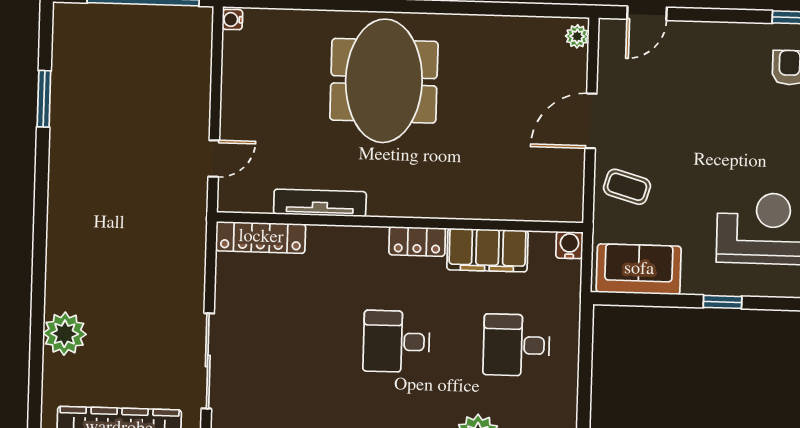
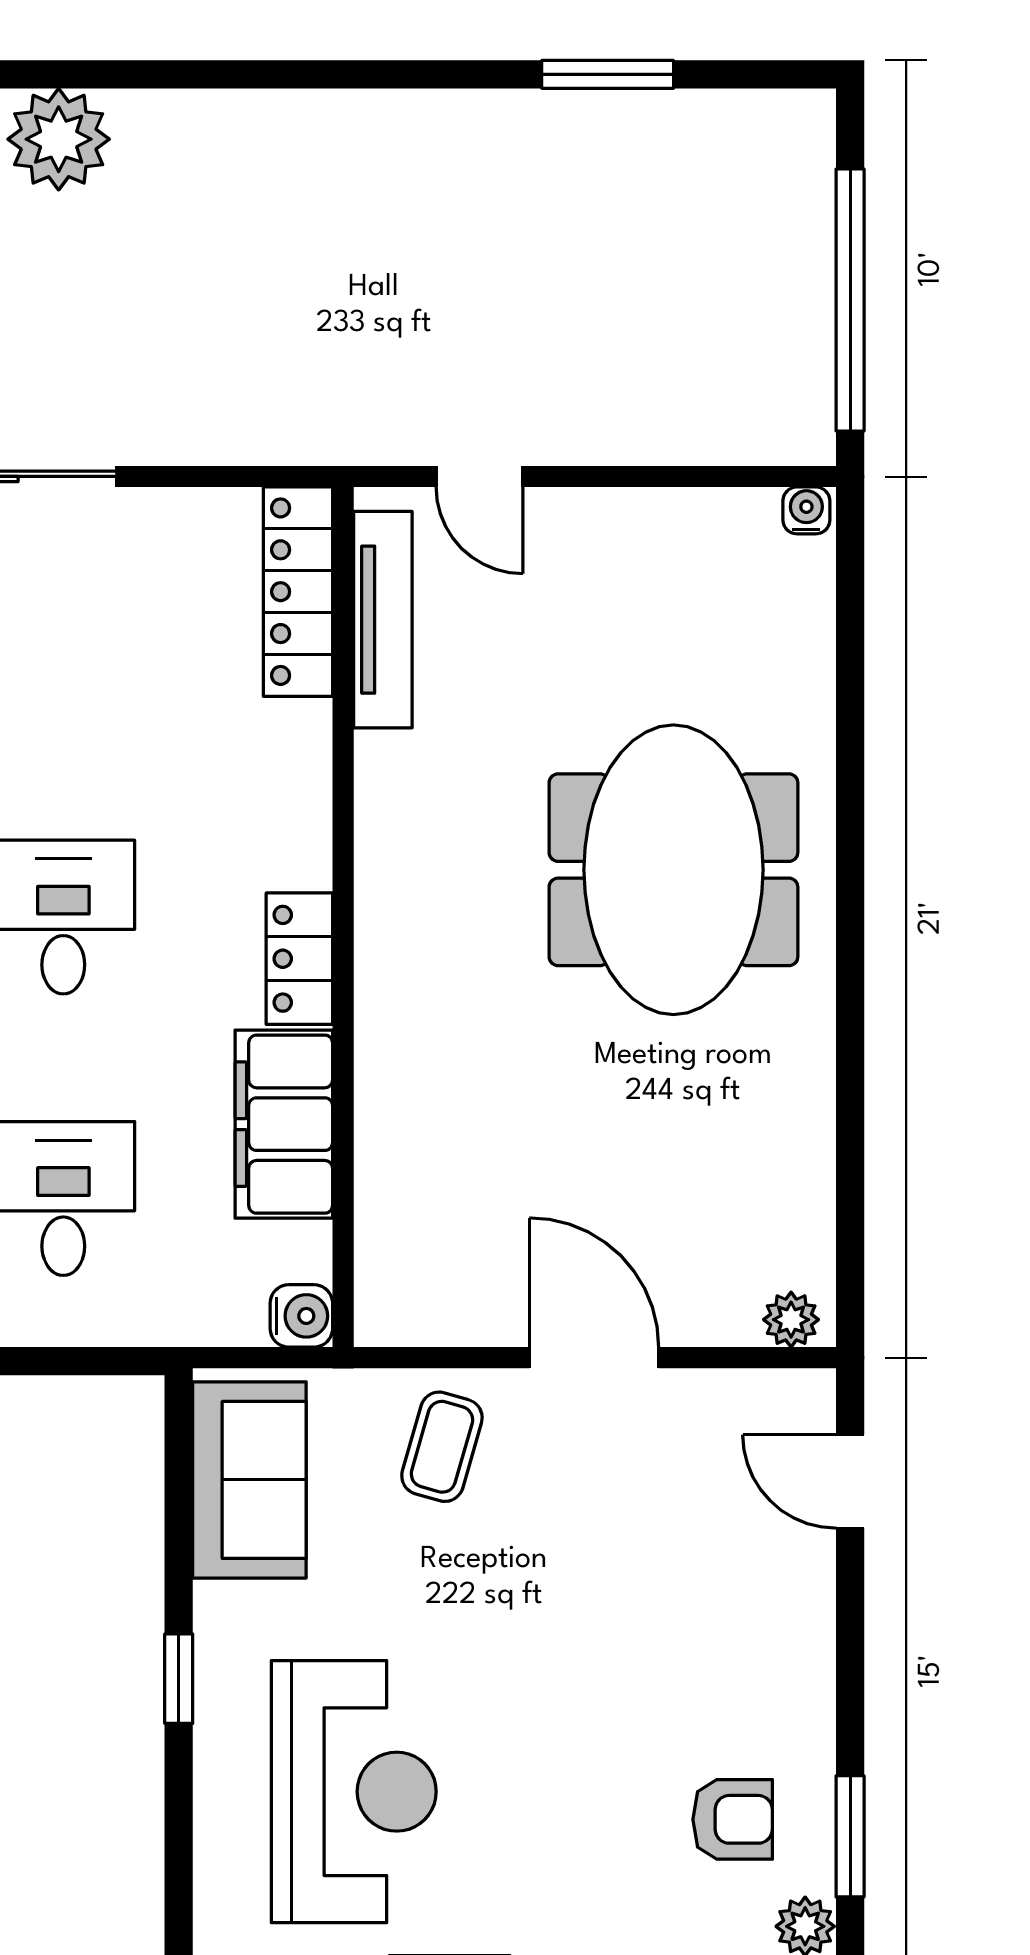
meeting table: (384, 81) -> (673, 870), turned 90
tv unit: (320, 203) -> (383, 620), moved

